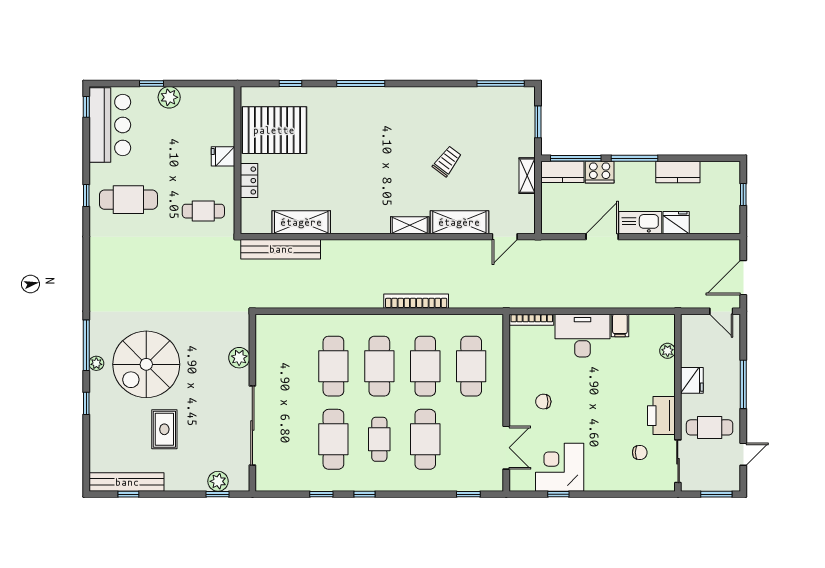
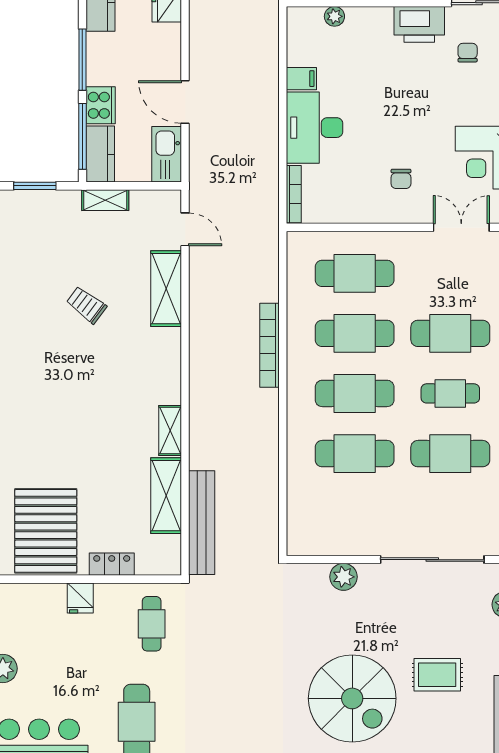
kitchen sink: (640, 223) -> (167, 154), moved
shelving: (410, 225) -> (170, 431), moved

